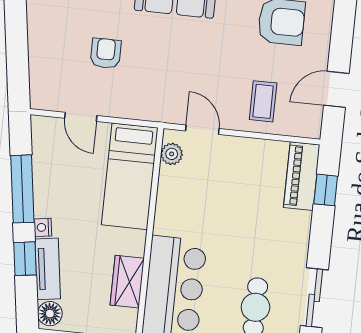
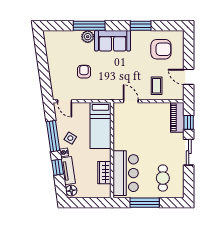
door: (336, 89) -> (189, 77), hinge flipped
door: (81, 117) -> (65, 101), moved
plant: (172, 154) -> (118, 114), removed
side table: (60, 197) -> (70, 138), added
sliding door: (314, 298) -> (189, 152), moved

